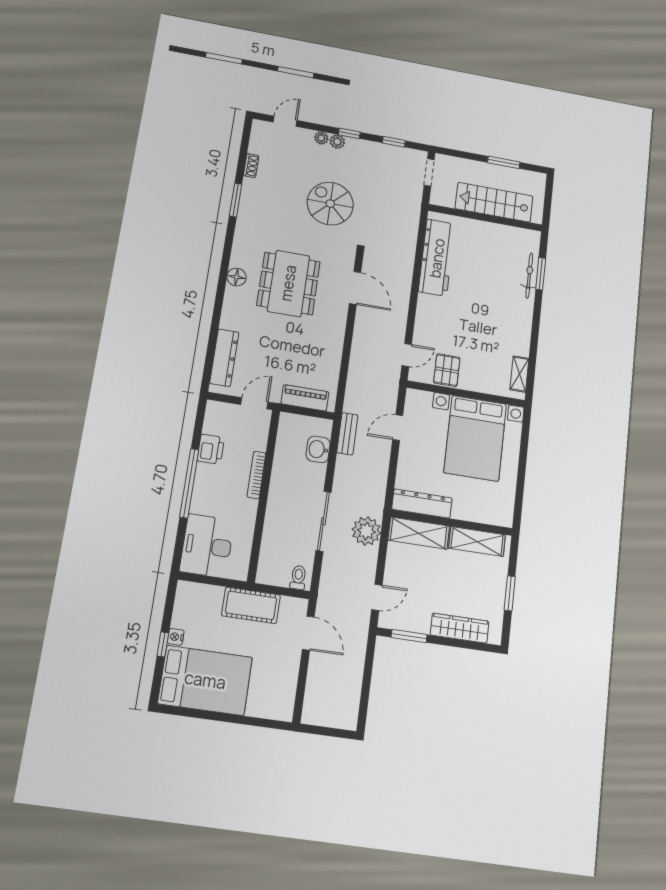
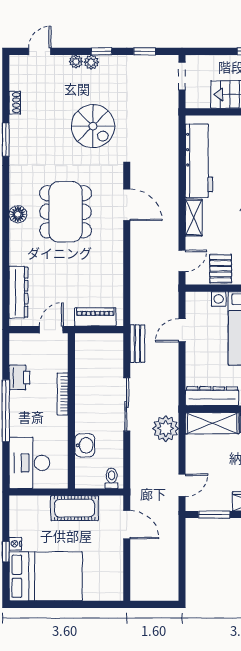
spiral stairs: (330, 204) -> (93, 126), turned 180
shelving: (424, 313) -> (194, 218), added
washbasin: (318, 449) -> (85, 445), moved, turned 180
sliding door: (323, 521) -> (127, 404), moved

